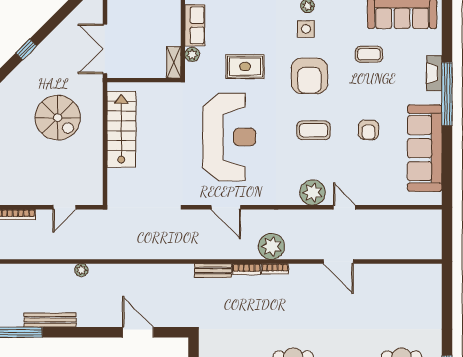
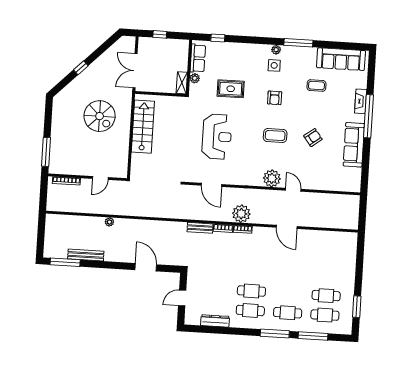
armchair: (309, 76) -> (275, 98), width x0.53, depth x0.53
armchair: (368, 130) -> (313, 138), turned -127
reception desk: (229, 137) -> (217, 137), width x0.74, depth x0.77
sofa: (425, 148) -> (354, 145), width x0.74, depth x0.79

